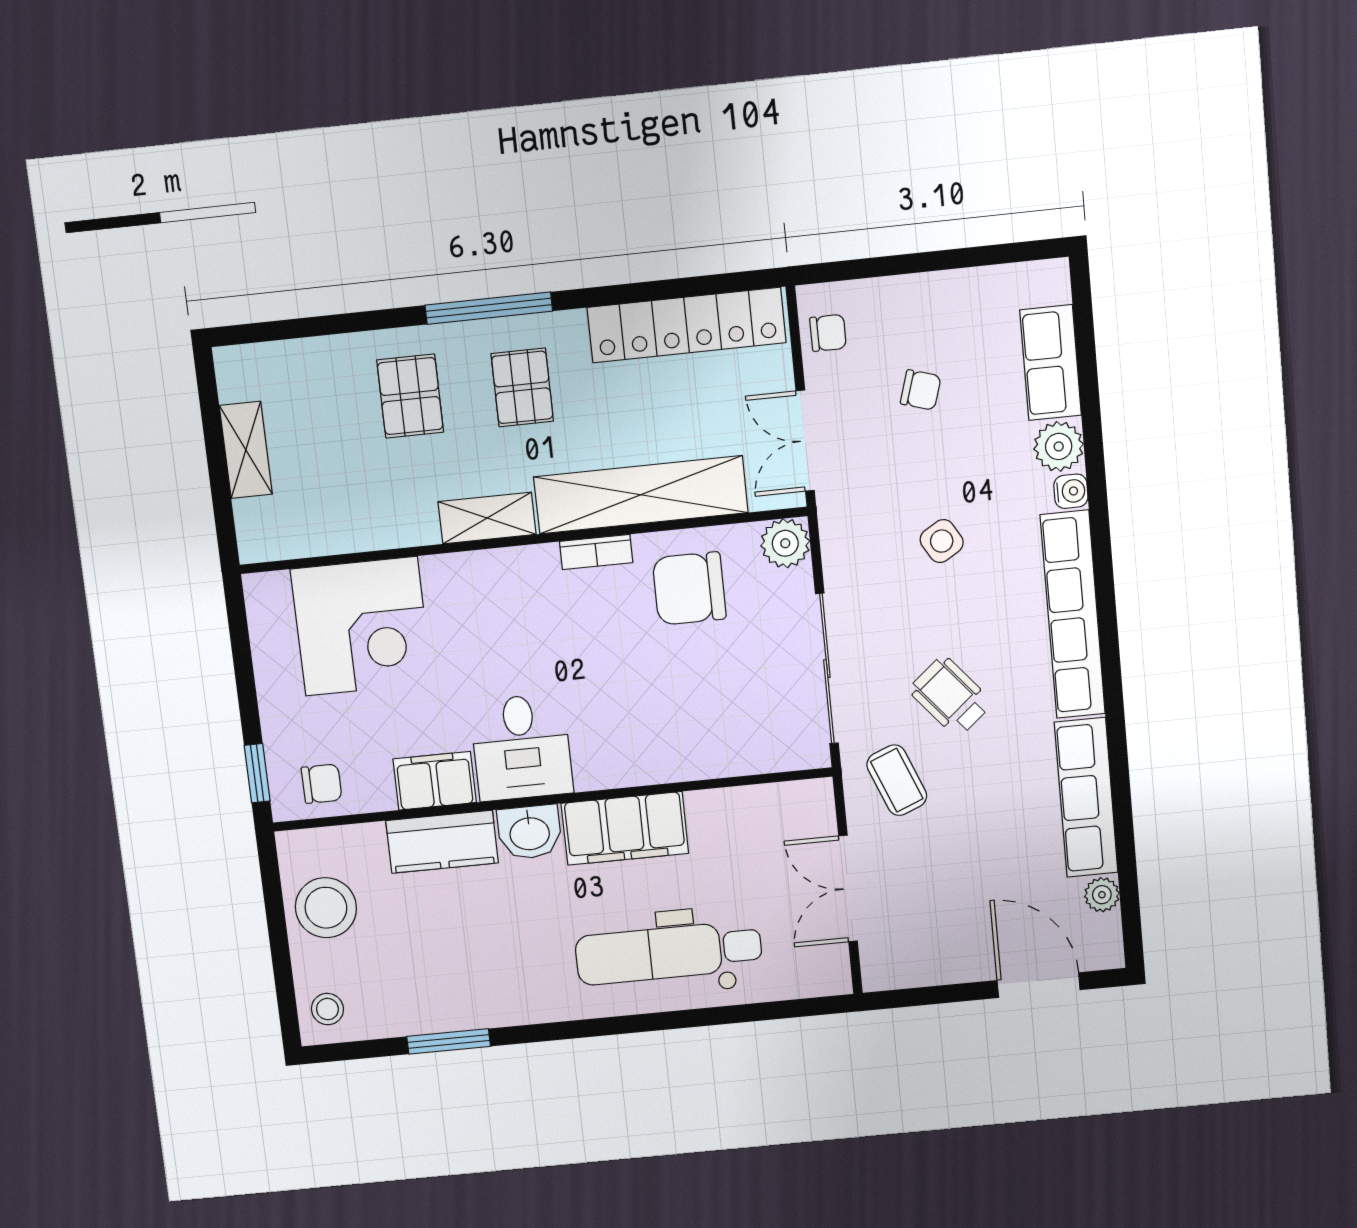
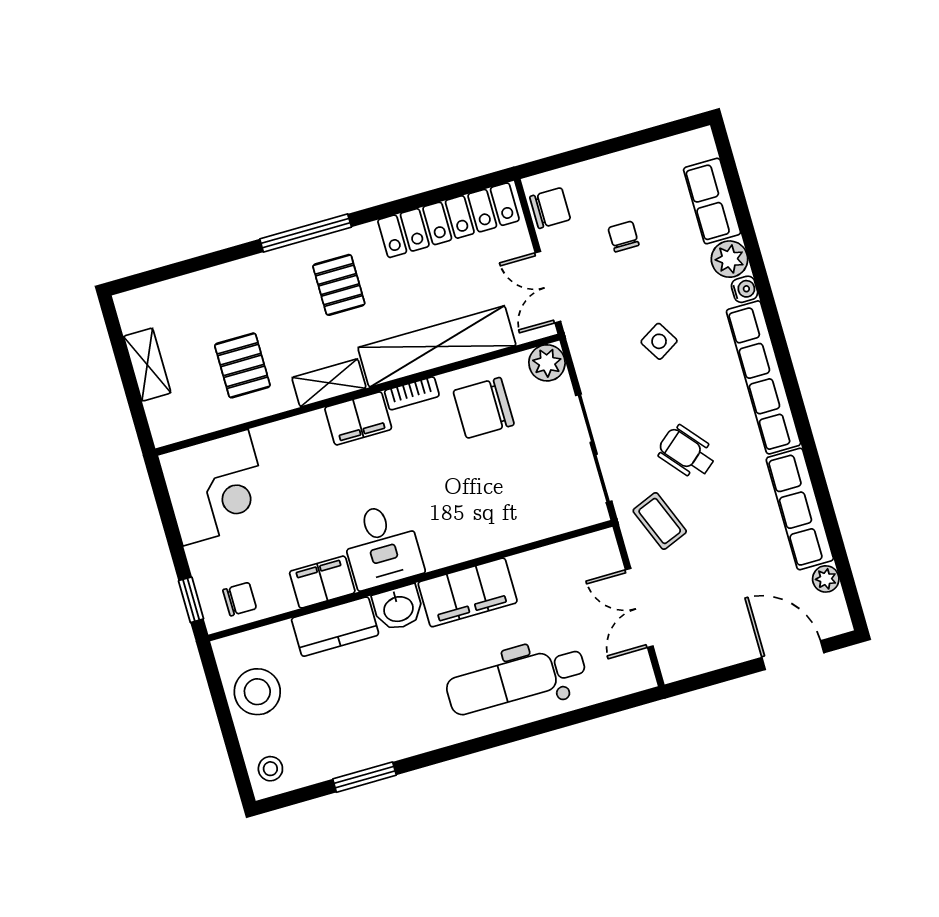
chair: (828, 333) -> (550, 208), width x1.37, depth x1.37
chair: (921, 390) -> (624, 237), turned -107
pallet: (410, 396) -> (242, 365), moved
filing cabinet: (518, 573) -> (358, 418), added
corner desk: (361, 626) -> (215, 488), moved

